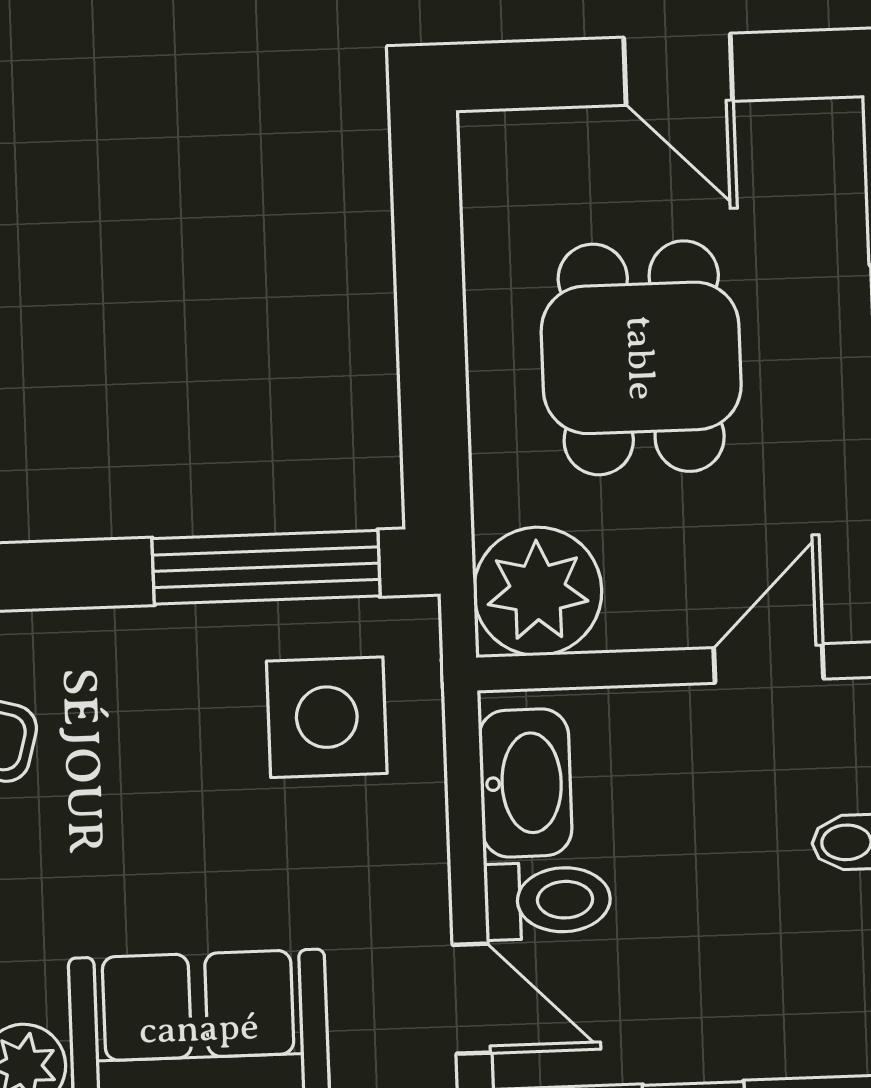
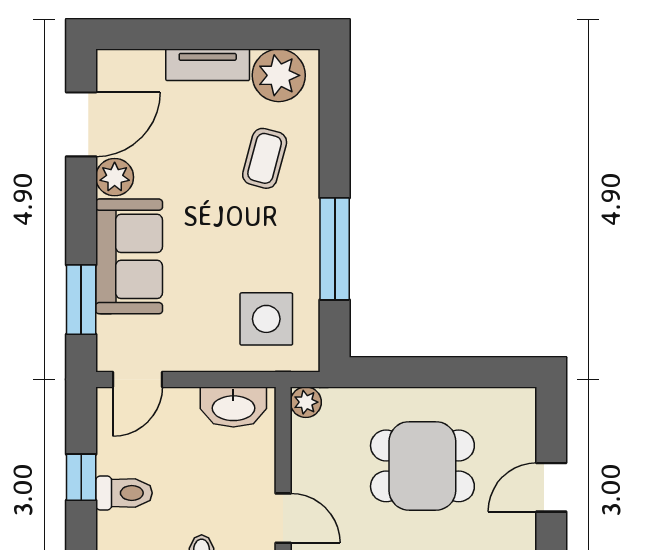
window: (266, 567) -> (335, 249), moved
plant: (538, 591) -> (306, 402), width x0.53, depth x0.53
toilet: (548, 900) -> (124, 493), moved, turned -90

